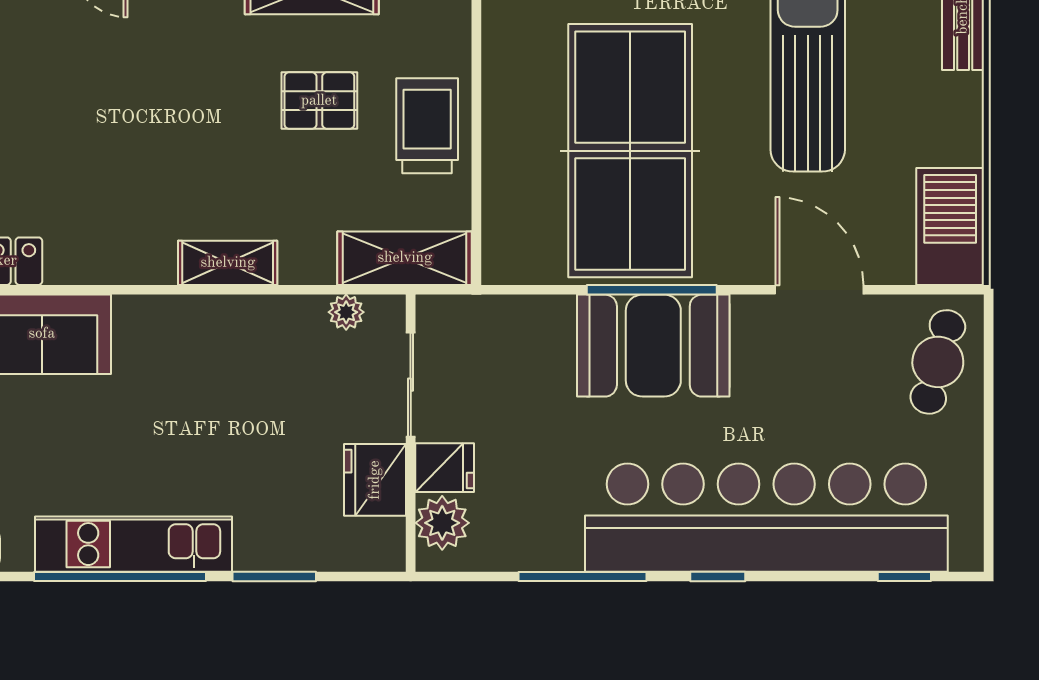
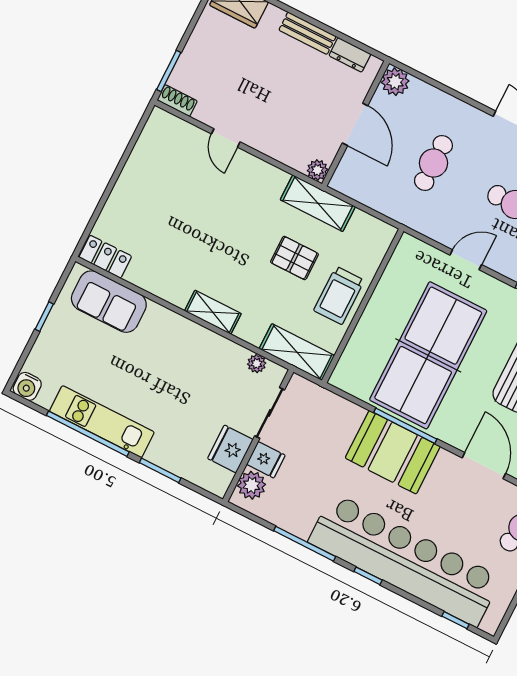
trolley: (427, 126) -> (339, 295), turned 180

